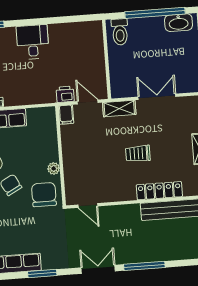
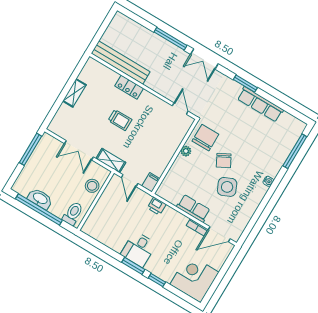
window: (26, 23) -> (133, 266), added
washbasin: (179, 23) -> (40, 199), moved
stool: (120, 72) -> (92, 186), added
printer: (65, 94) -> (157, 206), moved
locker: (159, 191) -> (129, 87), width x0.66
chair: (44, 195) -> (205, 138), turned 180

